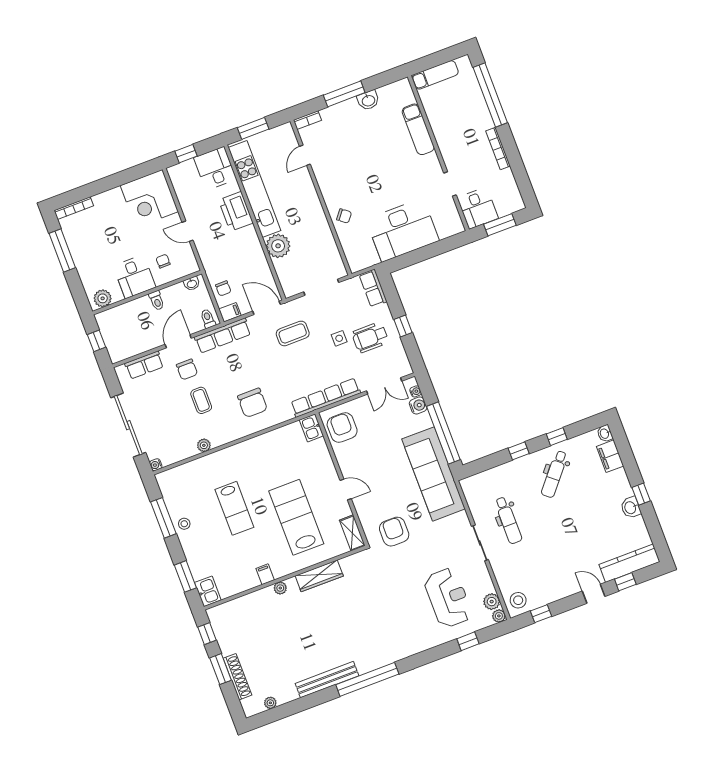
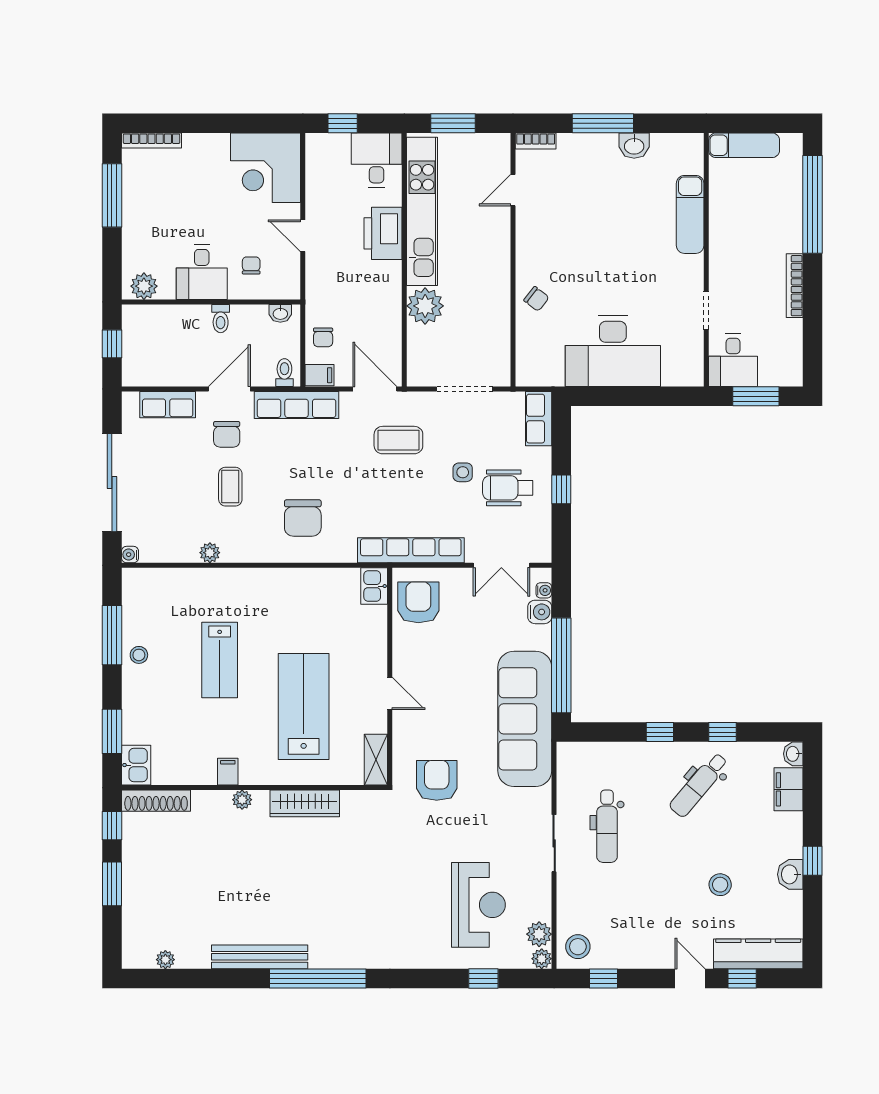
stool: (590, 530) -> (720, 885), added
shoe rack: (237, 677) -> (156, 801), moved, turned 90

